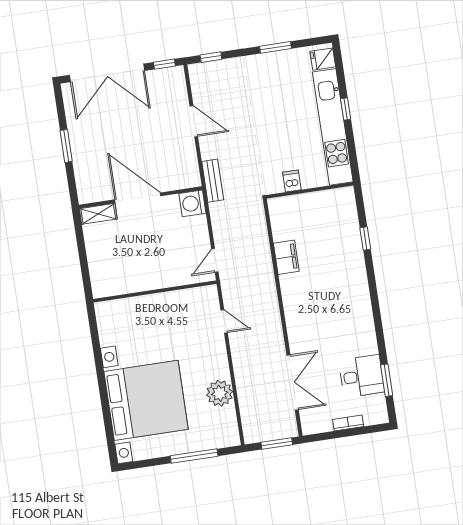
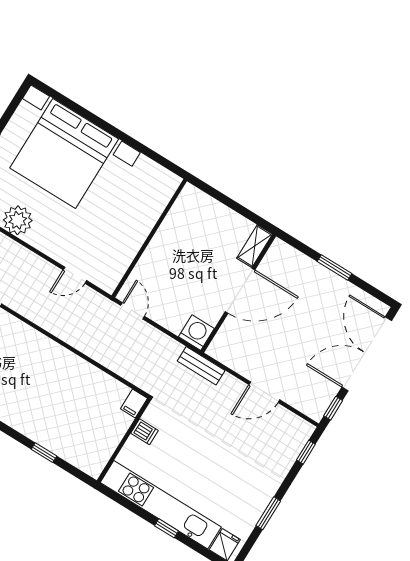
filing cabinet: (286, 257) -> (134, 404), moved, width x0.50

